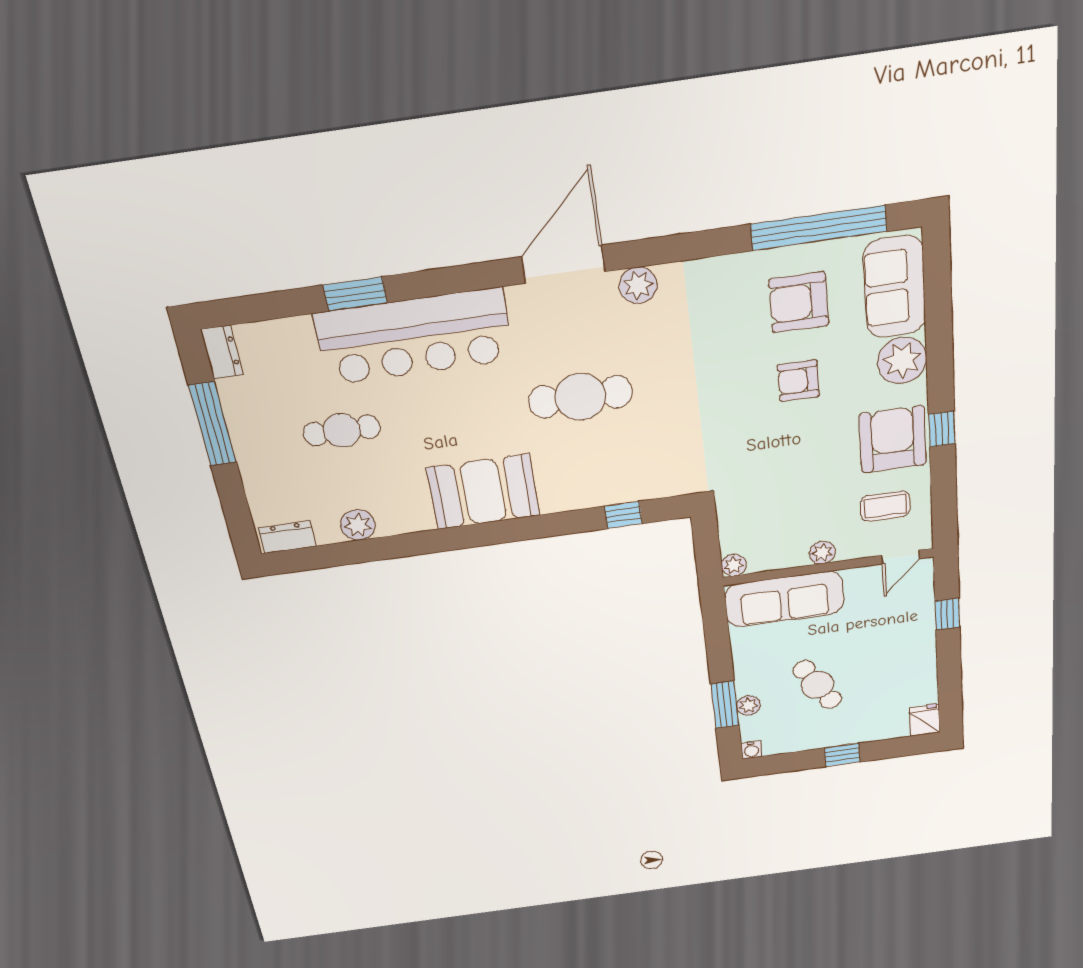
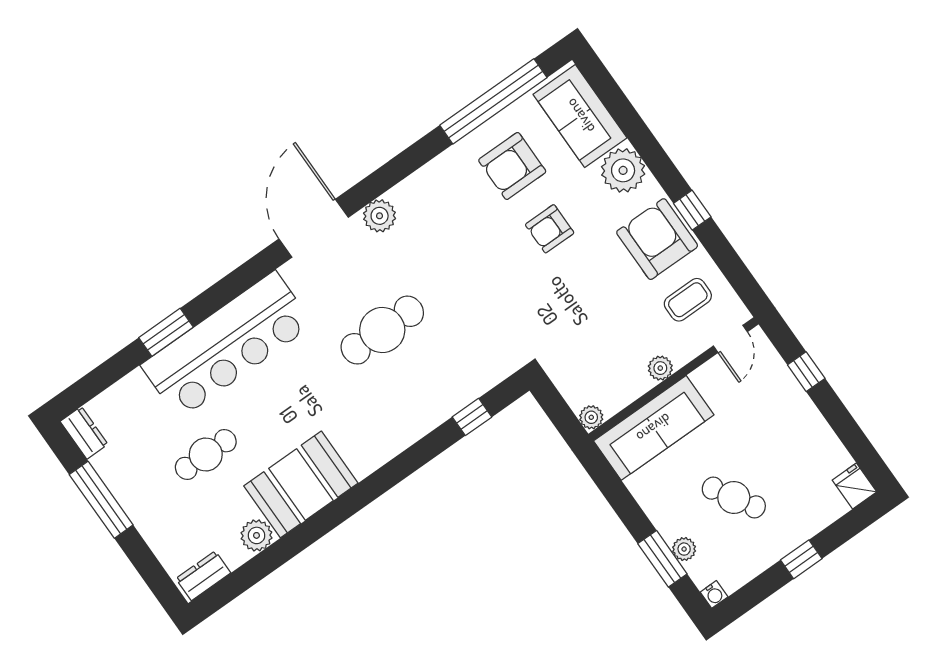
booth: (483, 492) -> (301, 484), moved

